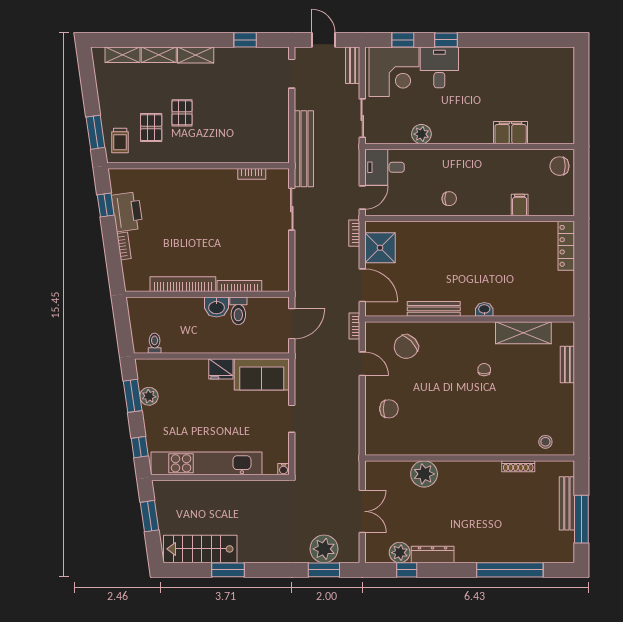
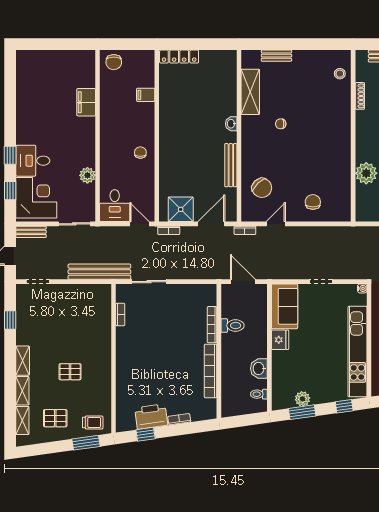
pallet: (151, 128) -> (55, 418), moved
washbasin: (216, 307) -> (259, 368), moved, turned 180

